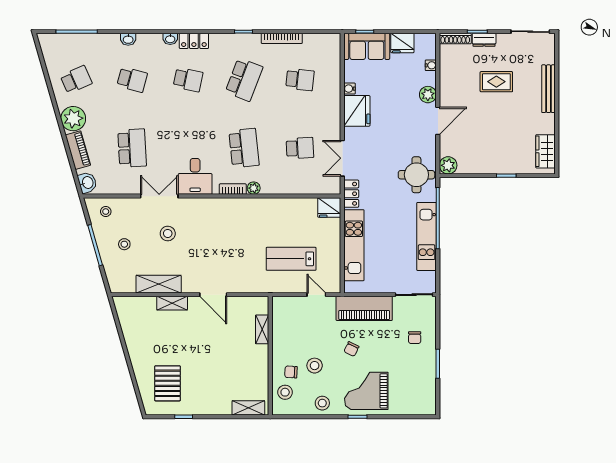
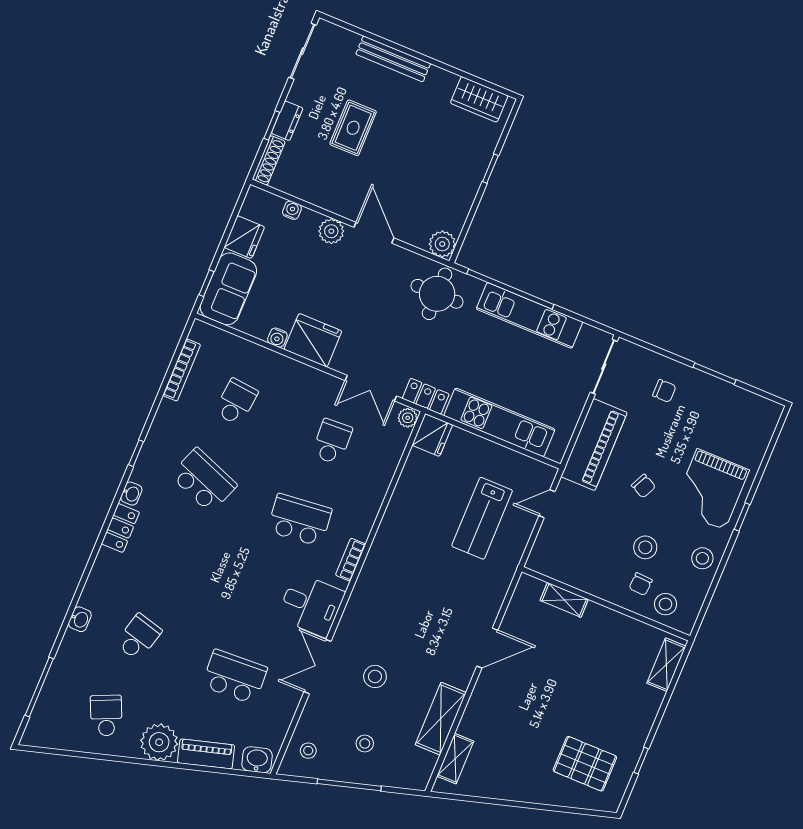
bookcase: (282, 38) -> (182, 370), moved
washbasin: (170, 39) -> (131, 494), moved
school desk: (188, 80) -> (171, 559), removed
plant: (254, 188) -> (408, 418), moved
shelving: (172, 303) -> (455, 759), moved

